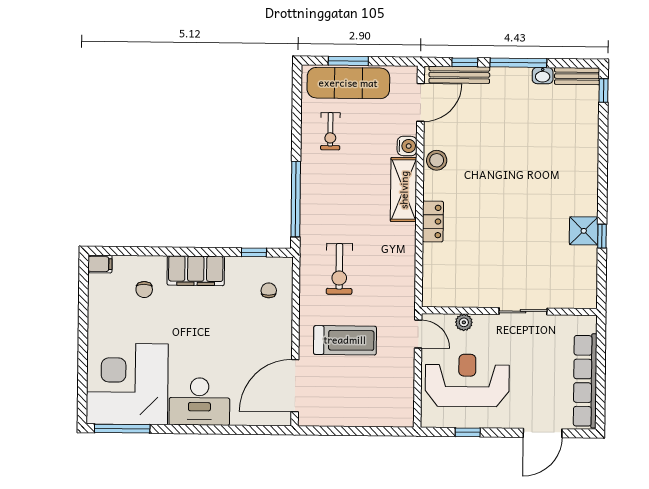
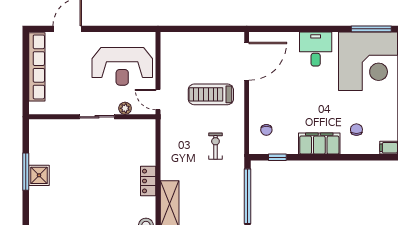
window: (602, 236) -> (26, 172), width x2.17
exercise bike: (339, 269) -> (215, 146), width x0.73, depth x0.72
sliding door: (523, 311) -> (97, 117), moved
desk: (199, 401) -> (316, 49), width x0.73
window: (468, 432) -> (121, 29), removed

